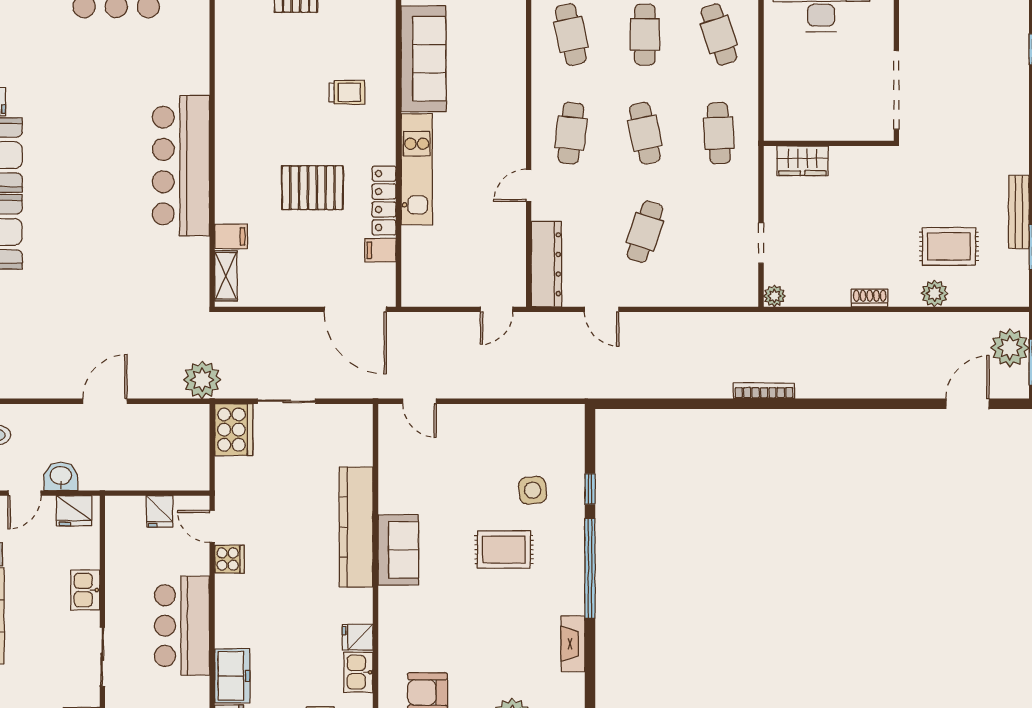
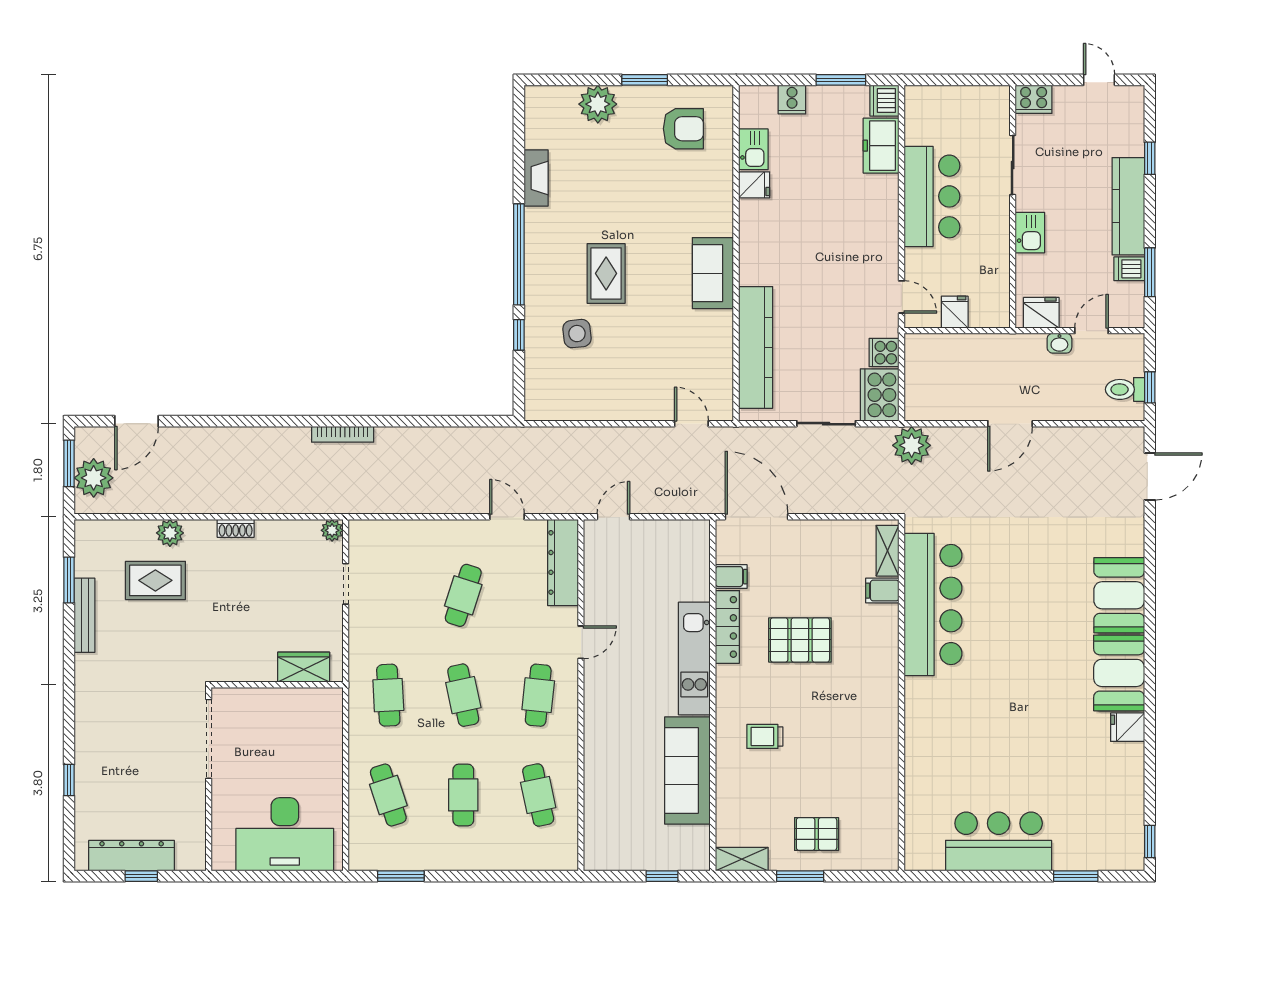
bar counter: (181, 166) -> (933, 604), moved
washbasin: (61, 476) -> (1059, 343), width x0.72, depth x0.69
kitchen counter: (356, 527) -> (756, 347), moved
rug: (504, 550) -> (606, 273), turned 90
cooker: (229, 559) -> (884, 353), moved

